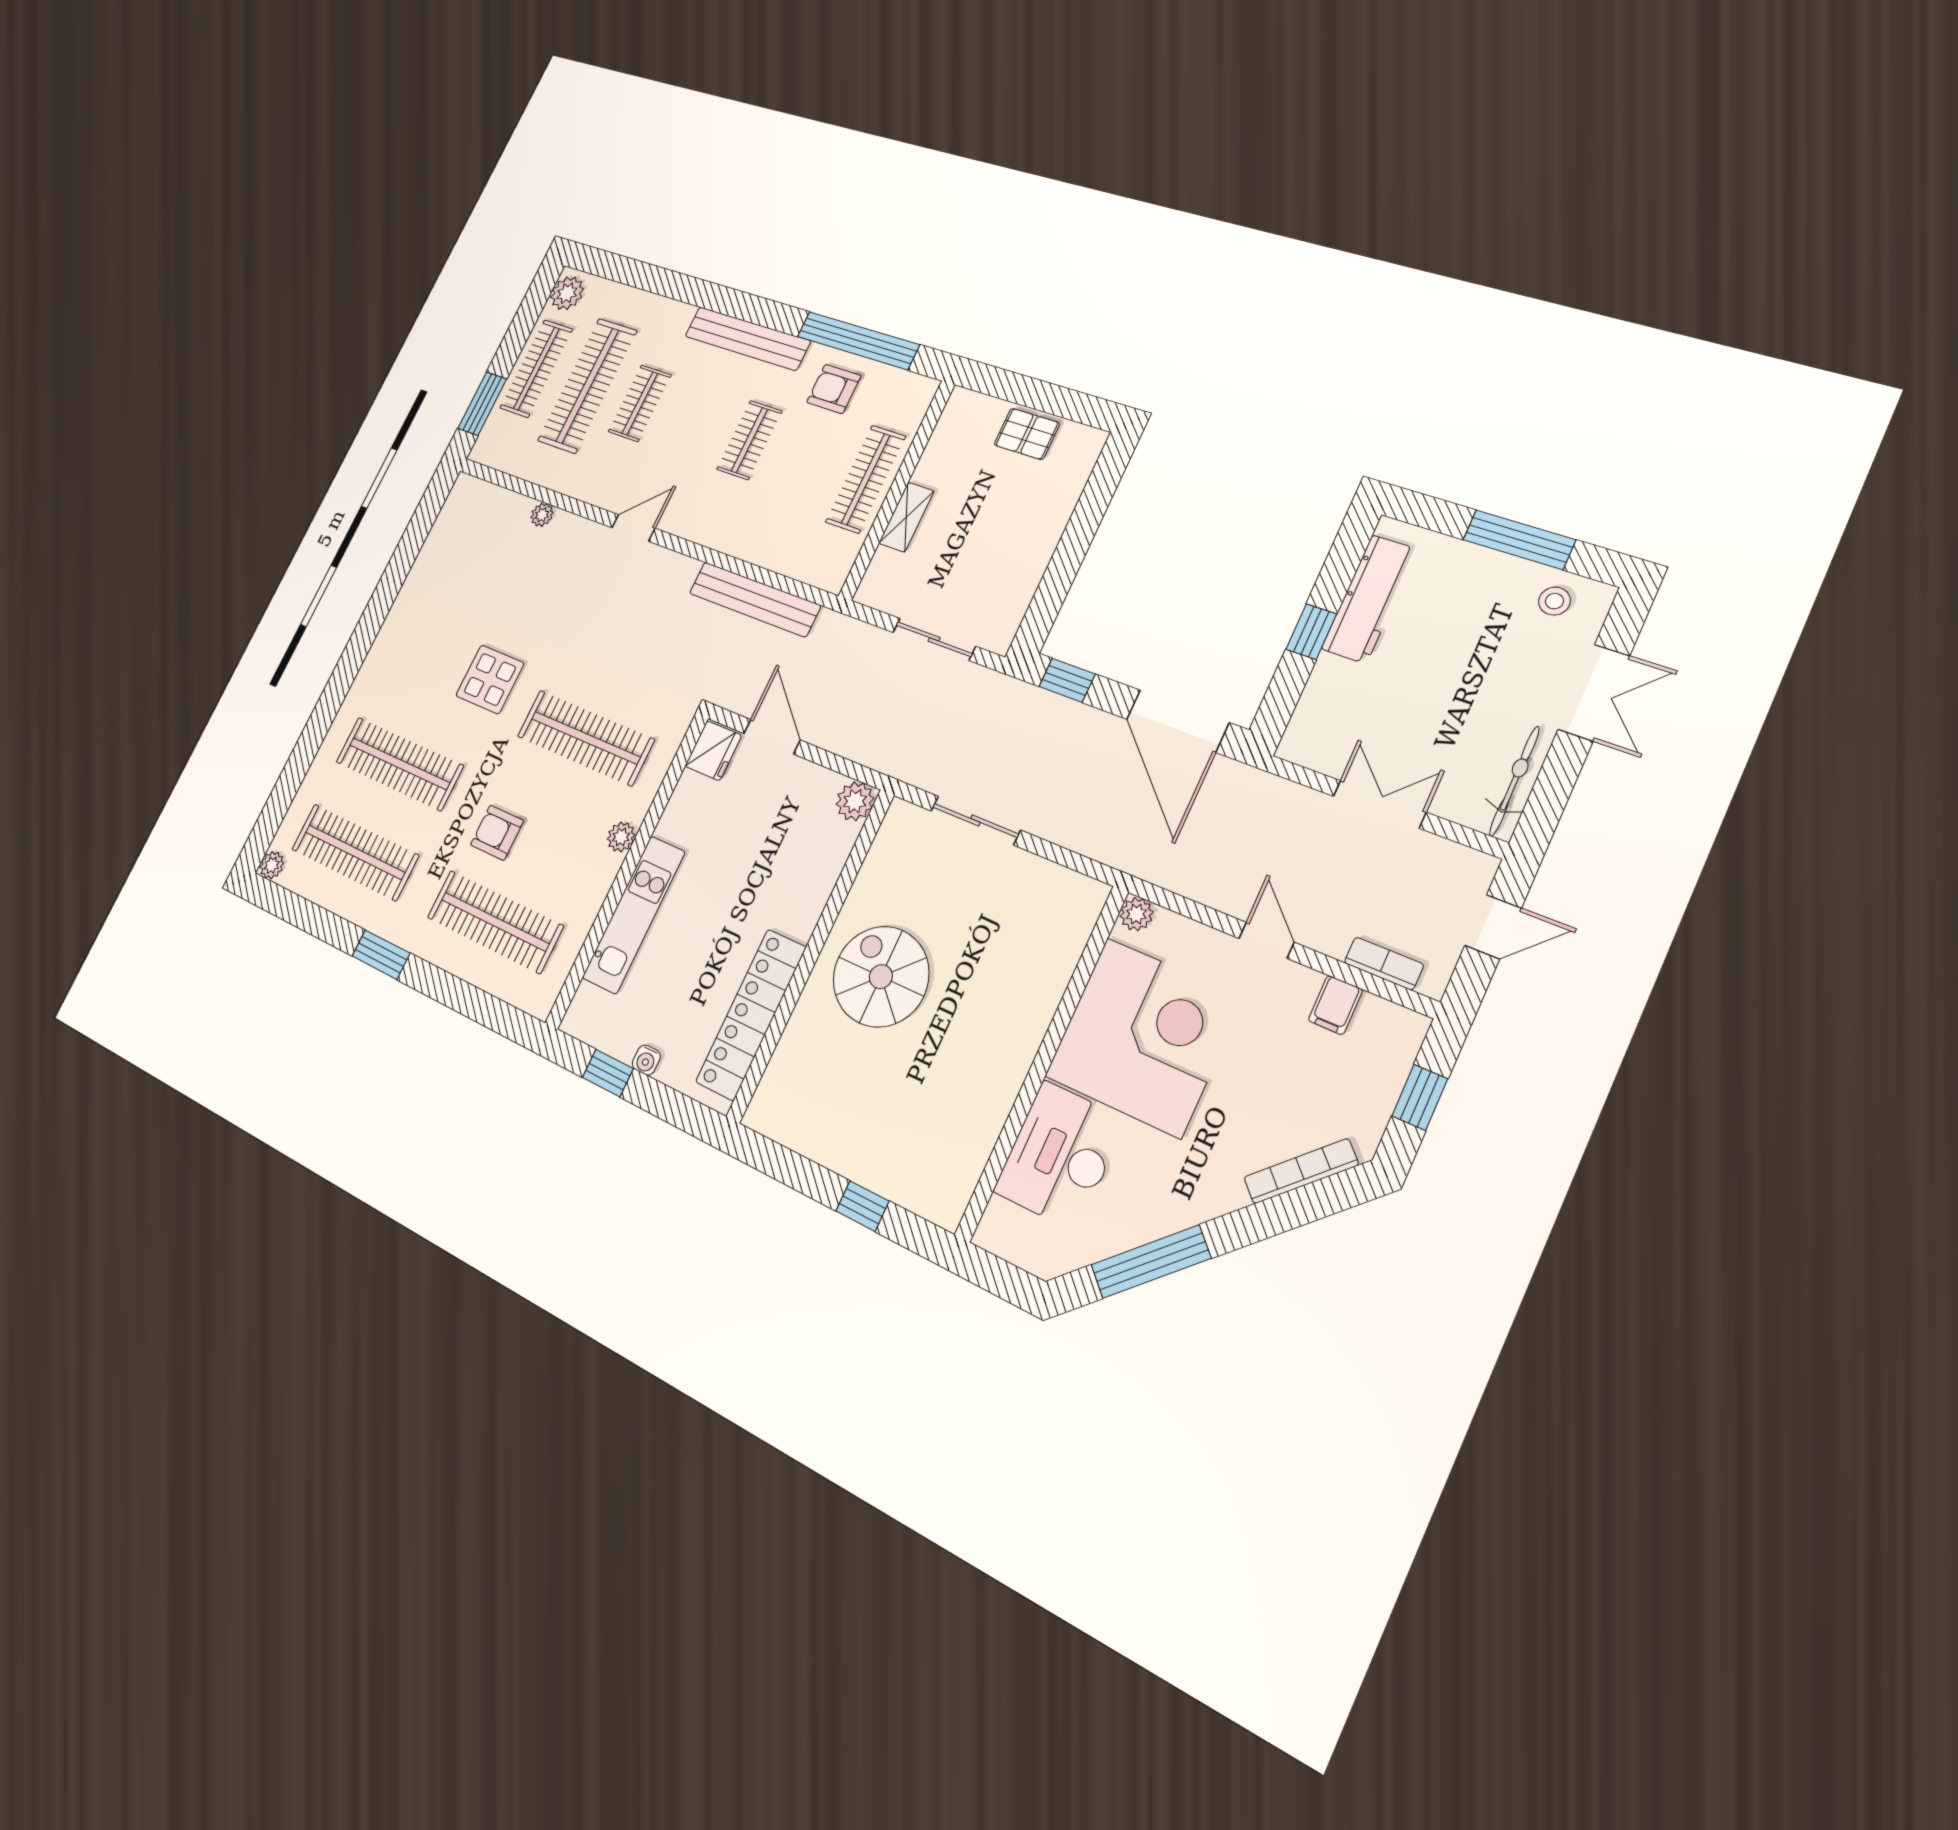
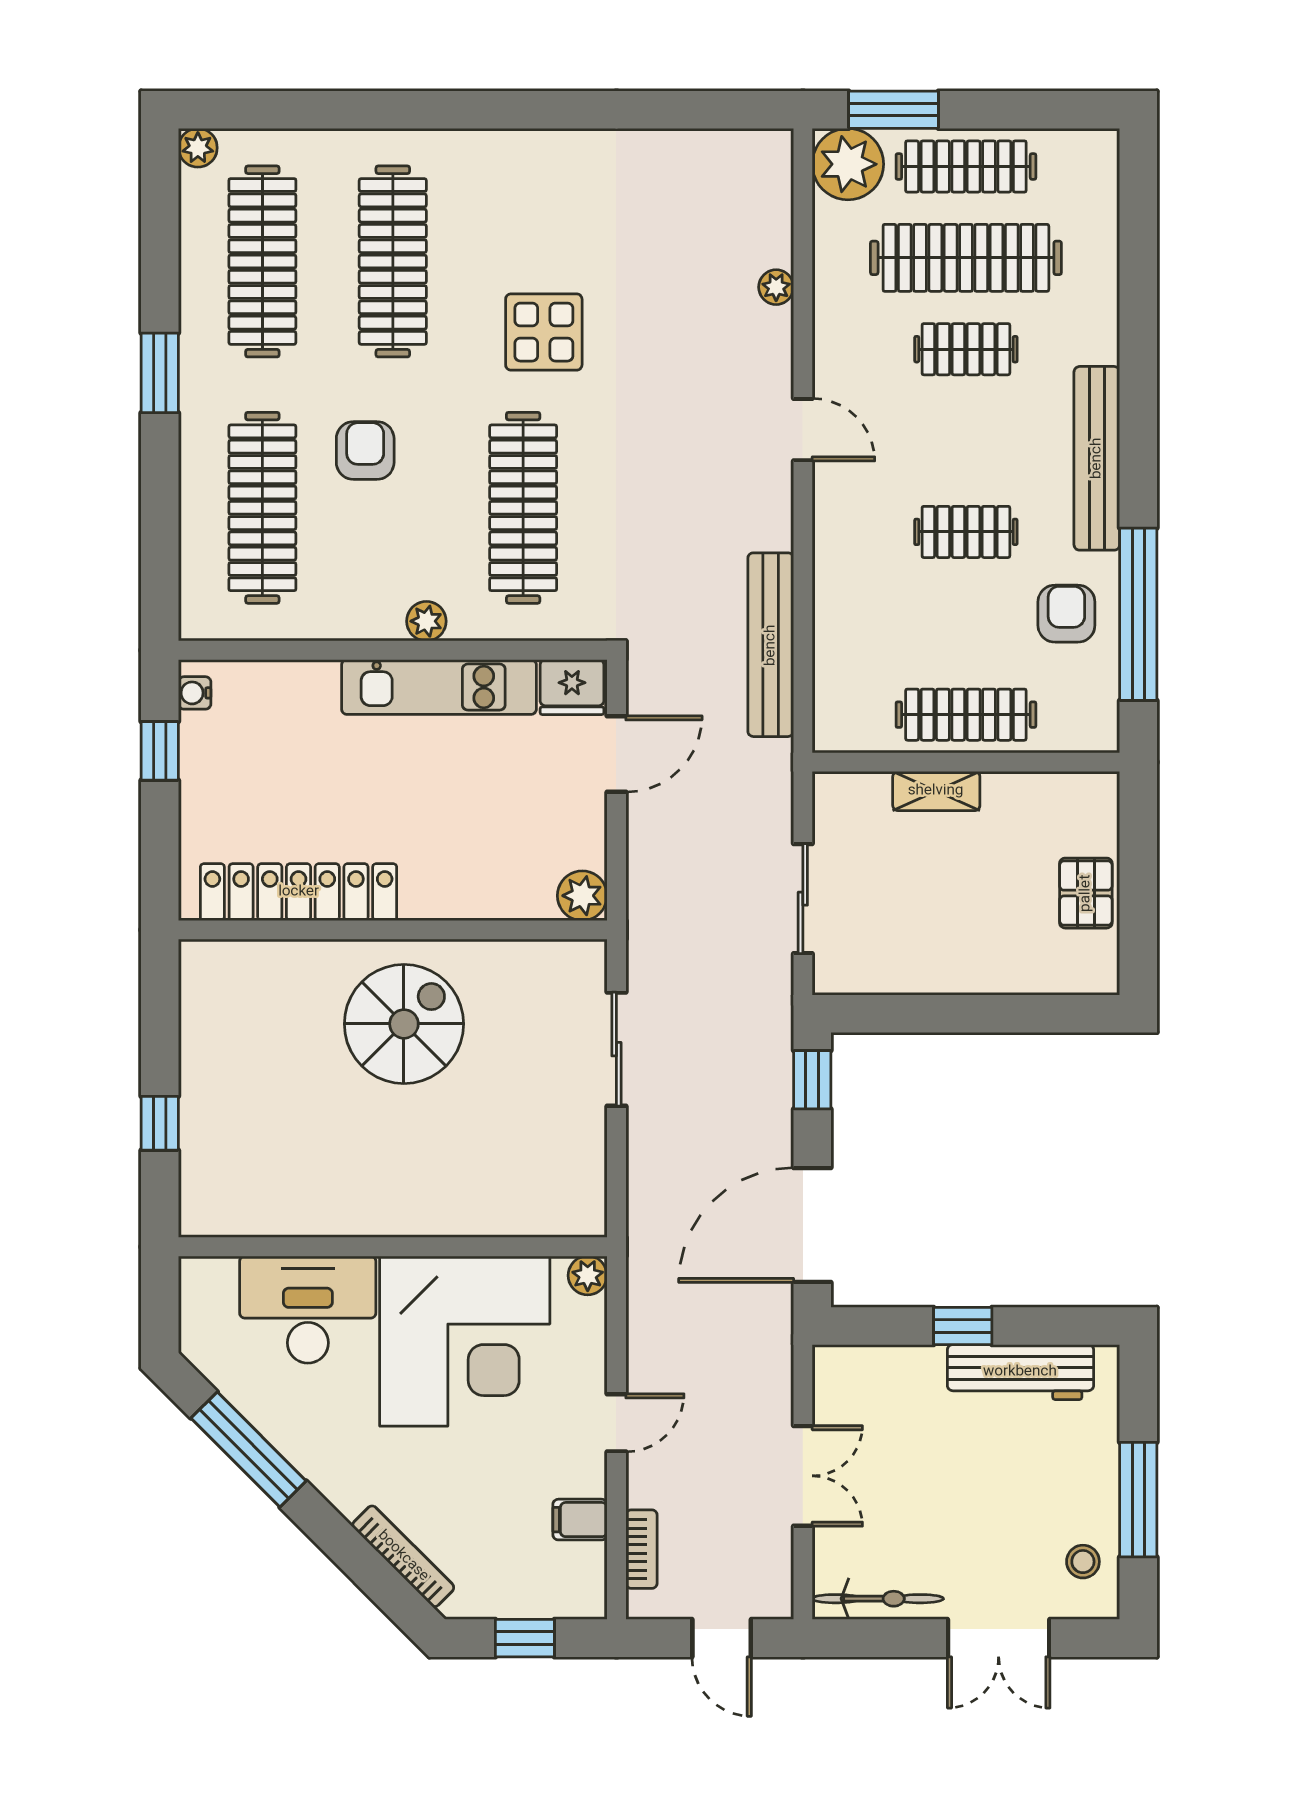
plant: (567, 293) -> (848, 164), moved, width x1.36, depth x1.36
kitchen unit: (634, 915) -> (439, 687), moved
water cooler: (646, 1060) -> (195, 693), moved

